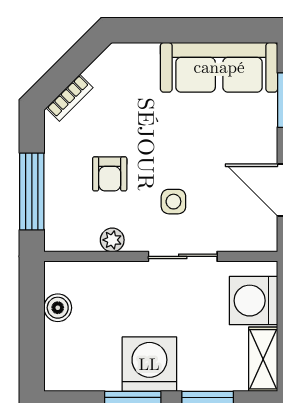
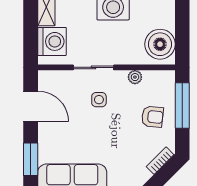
armchair: (110, 174) -> (152, 117), moved, turned 96
boiler: (58, 308) -> (160, 44), width x1.86, depth x1.86

